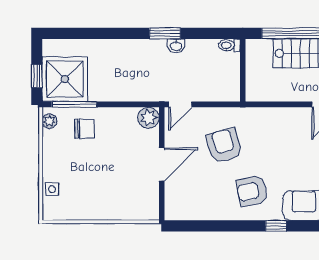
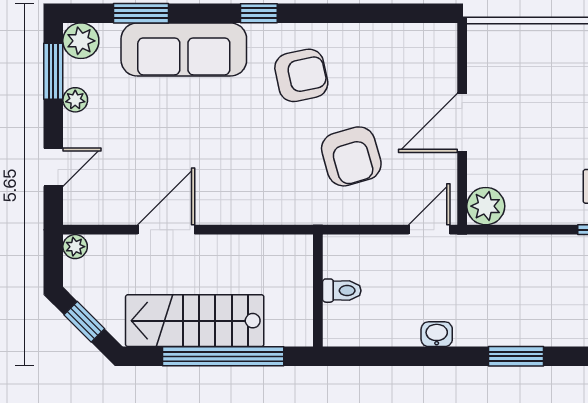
window: (165, 33) -> (516, 356), moved
toilet: (229, 45) -> (342, 291), moved

